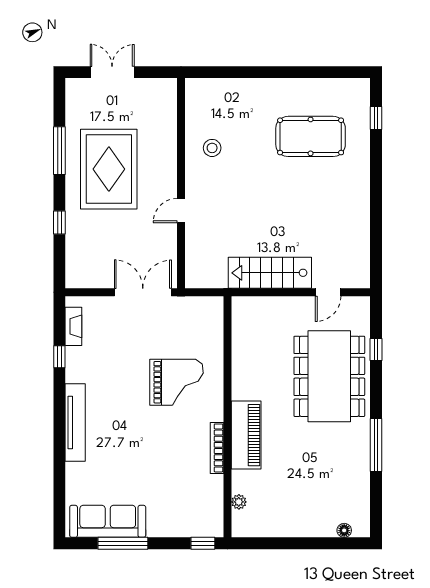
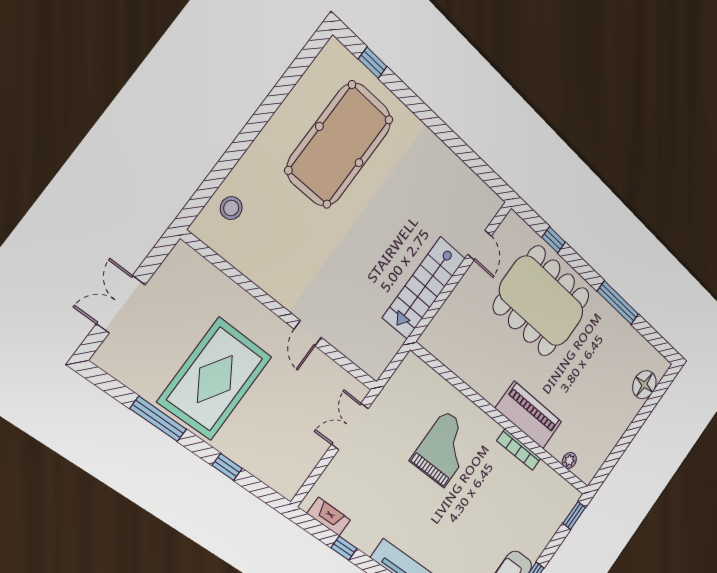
pool table: (311, 136) -> (339, 145), width x1.36, depth x1.32
stool: (212, 148) -> (231, 208), moved
rug: (109, 169) -> (215, 379), turned 90
double door: (143, 292) -> (350, 426), width x0.73
floor lamp: (344, 530) -> (644, 385), width x1.89, depth x1.89

